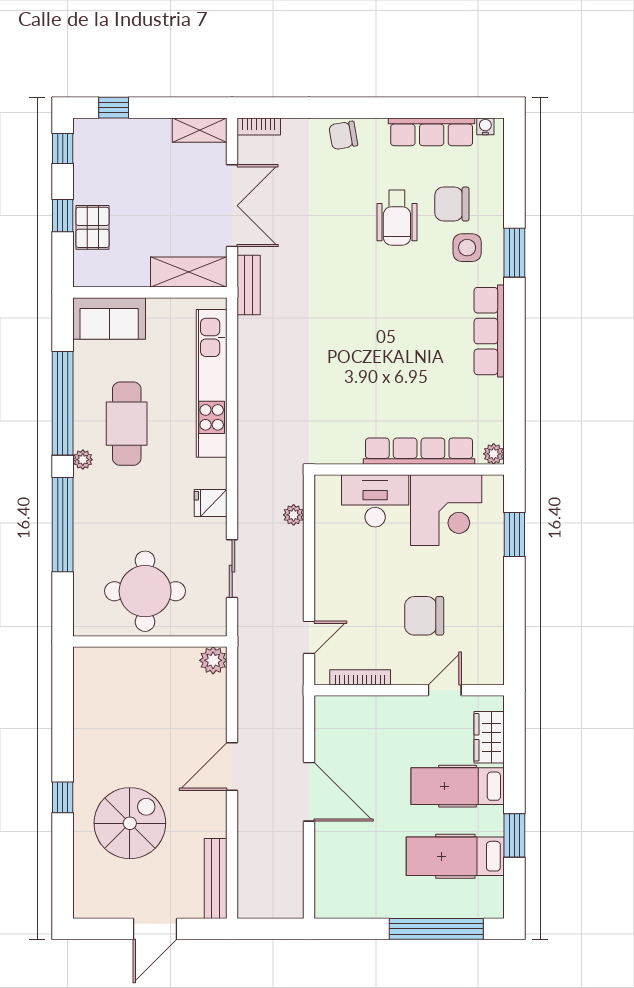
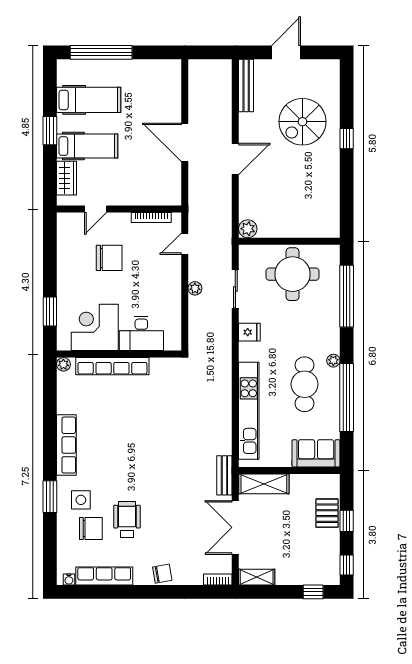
plant: (294, 515) -> (195, 288), moved
window: (63, 525) -> (347, 296), moved
window: (514, 835) -> (50, 131), moved

